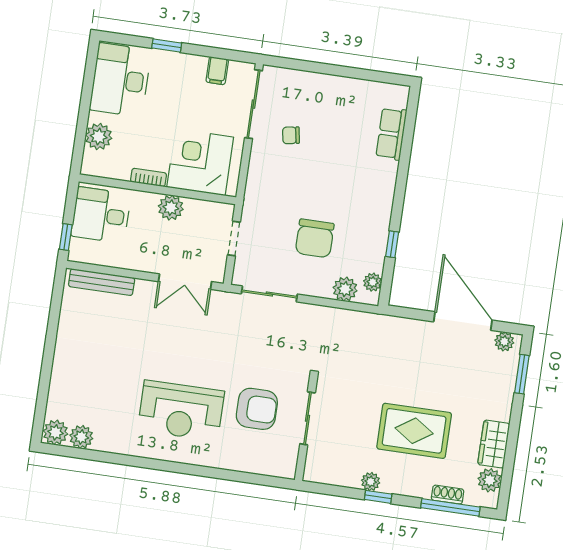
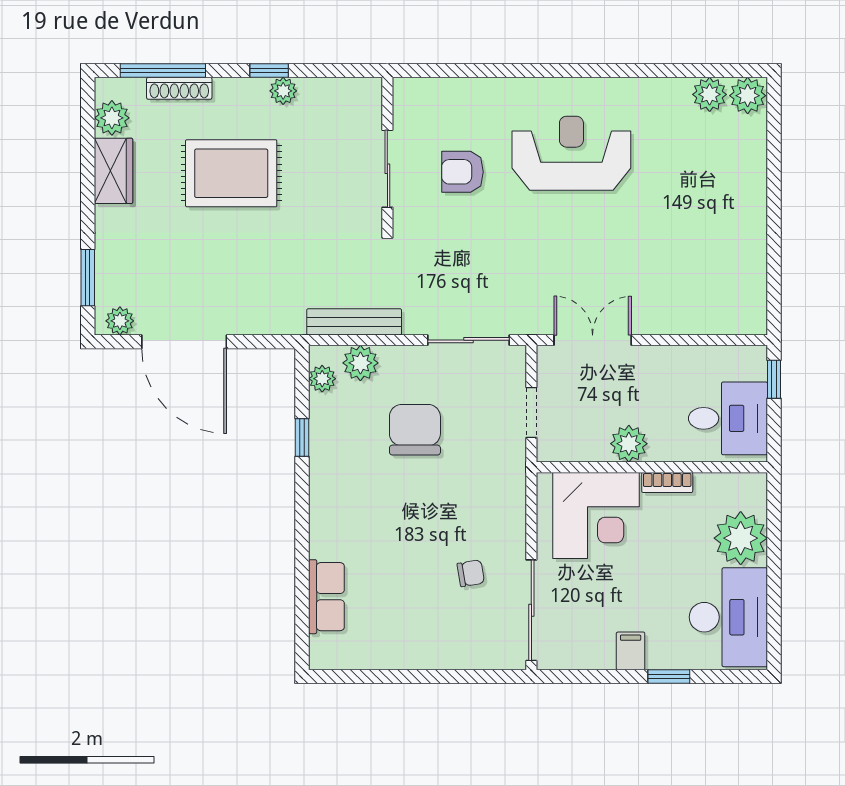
filing cabinet: (217, 71) -> (631, 651), moved
plant: (99, 137) -> (741, 538), width x1.36, depth x1.36
bench: (102, 282) -> (354, 322), moved
armchair: (257, 409) -> (462, 172), width x0.72, depth x0.72
shoe rack: (448, 495) -> (179, 88), width x1.43

